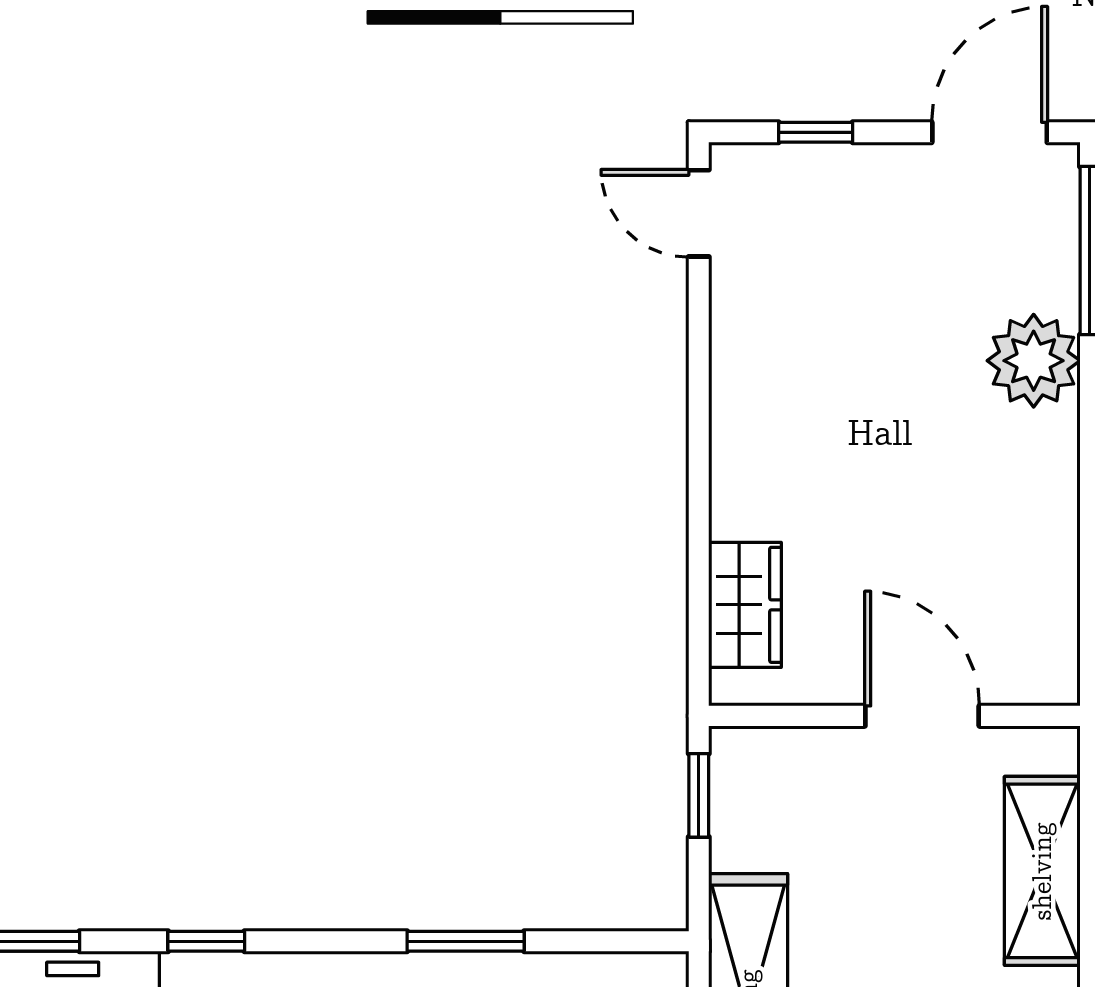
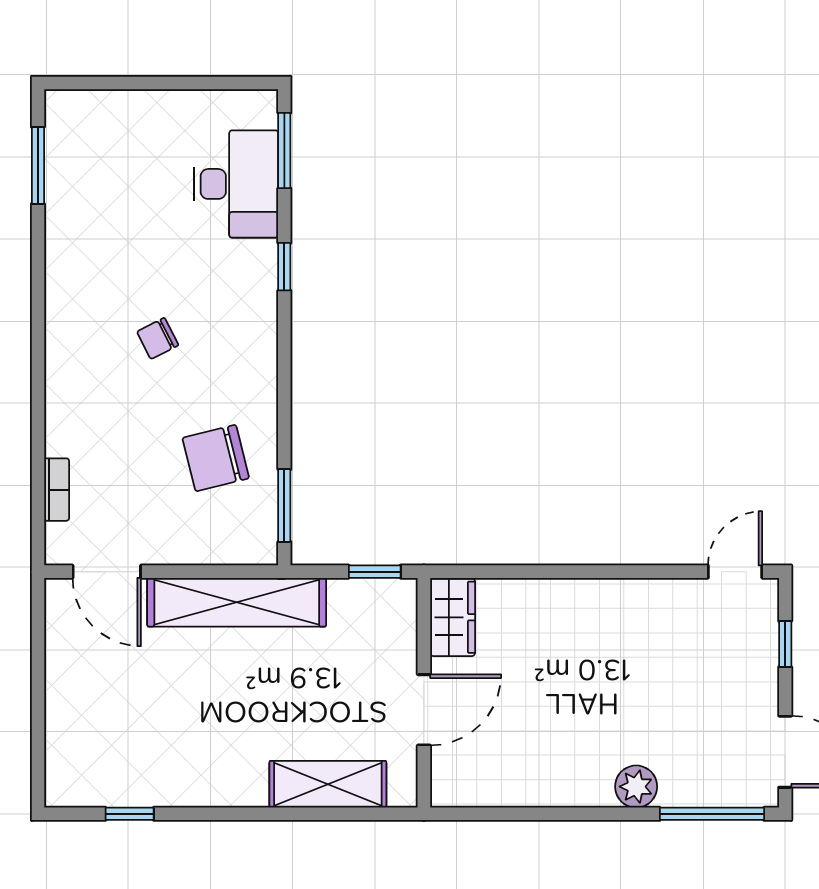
plant: (1034, 361) -> (636, 787), width x0.73, depth x0.73
wardrobe: (745, 605) -> (453, 617), moved, turned -90
window: (466, 941) -> (284, 506), moved

